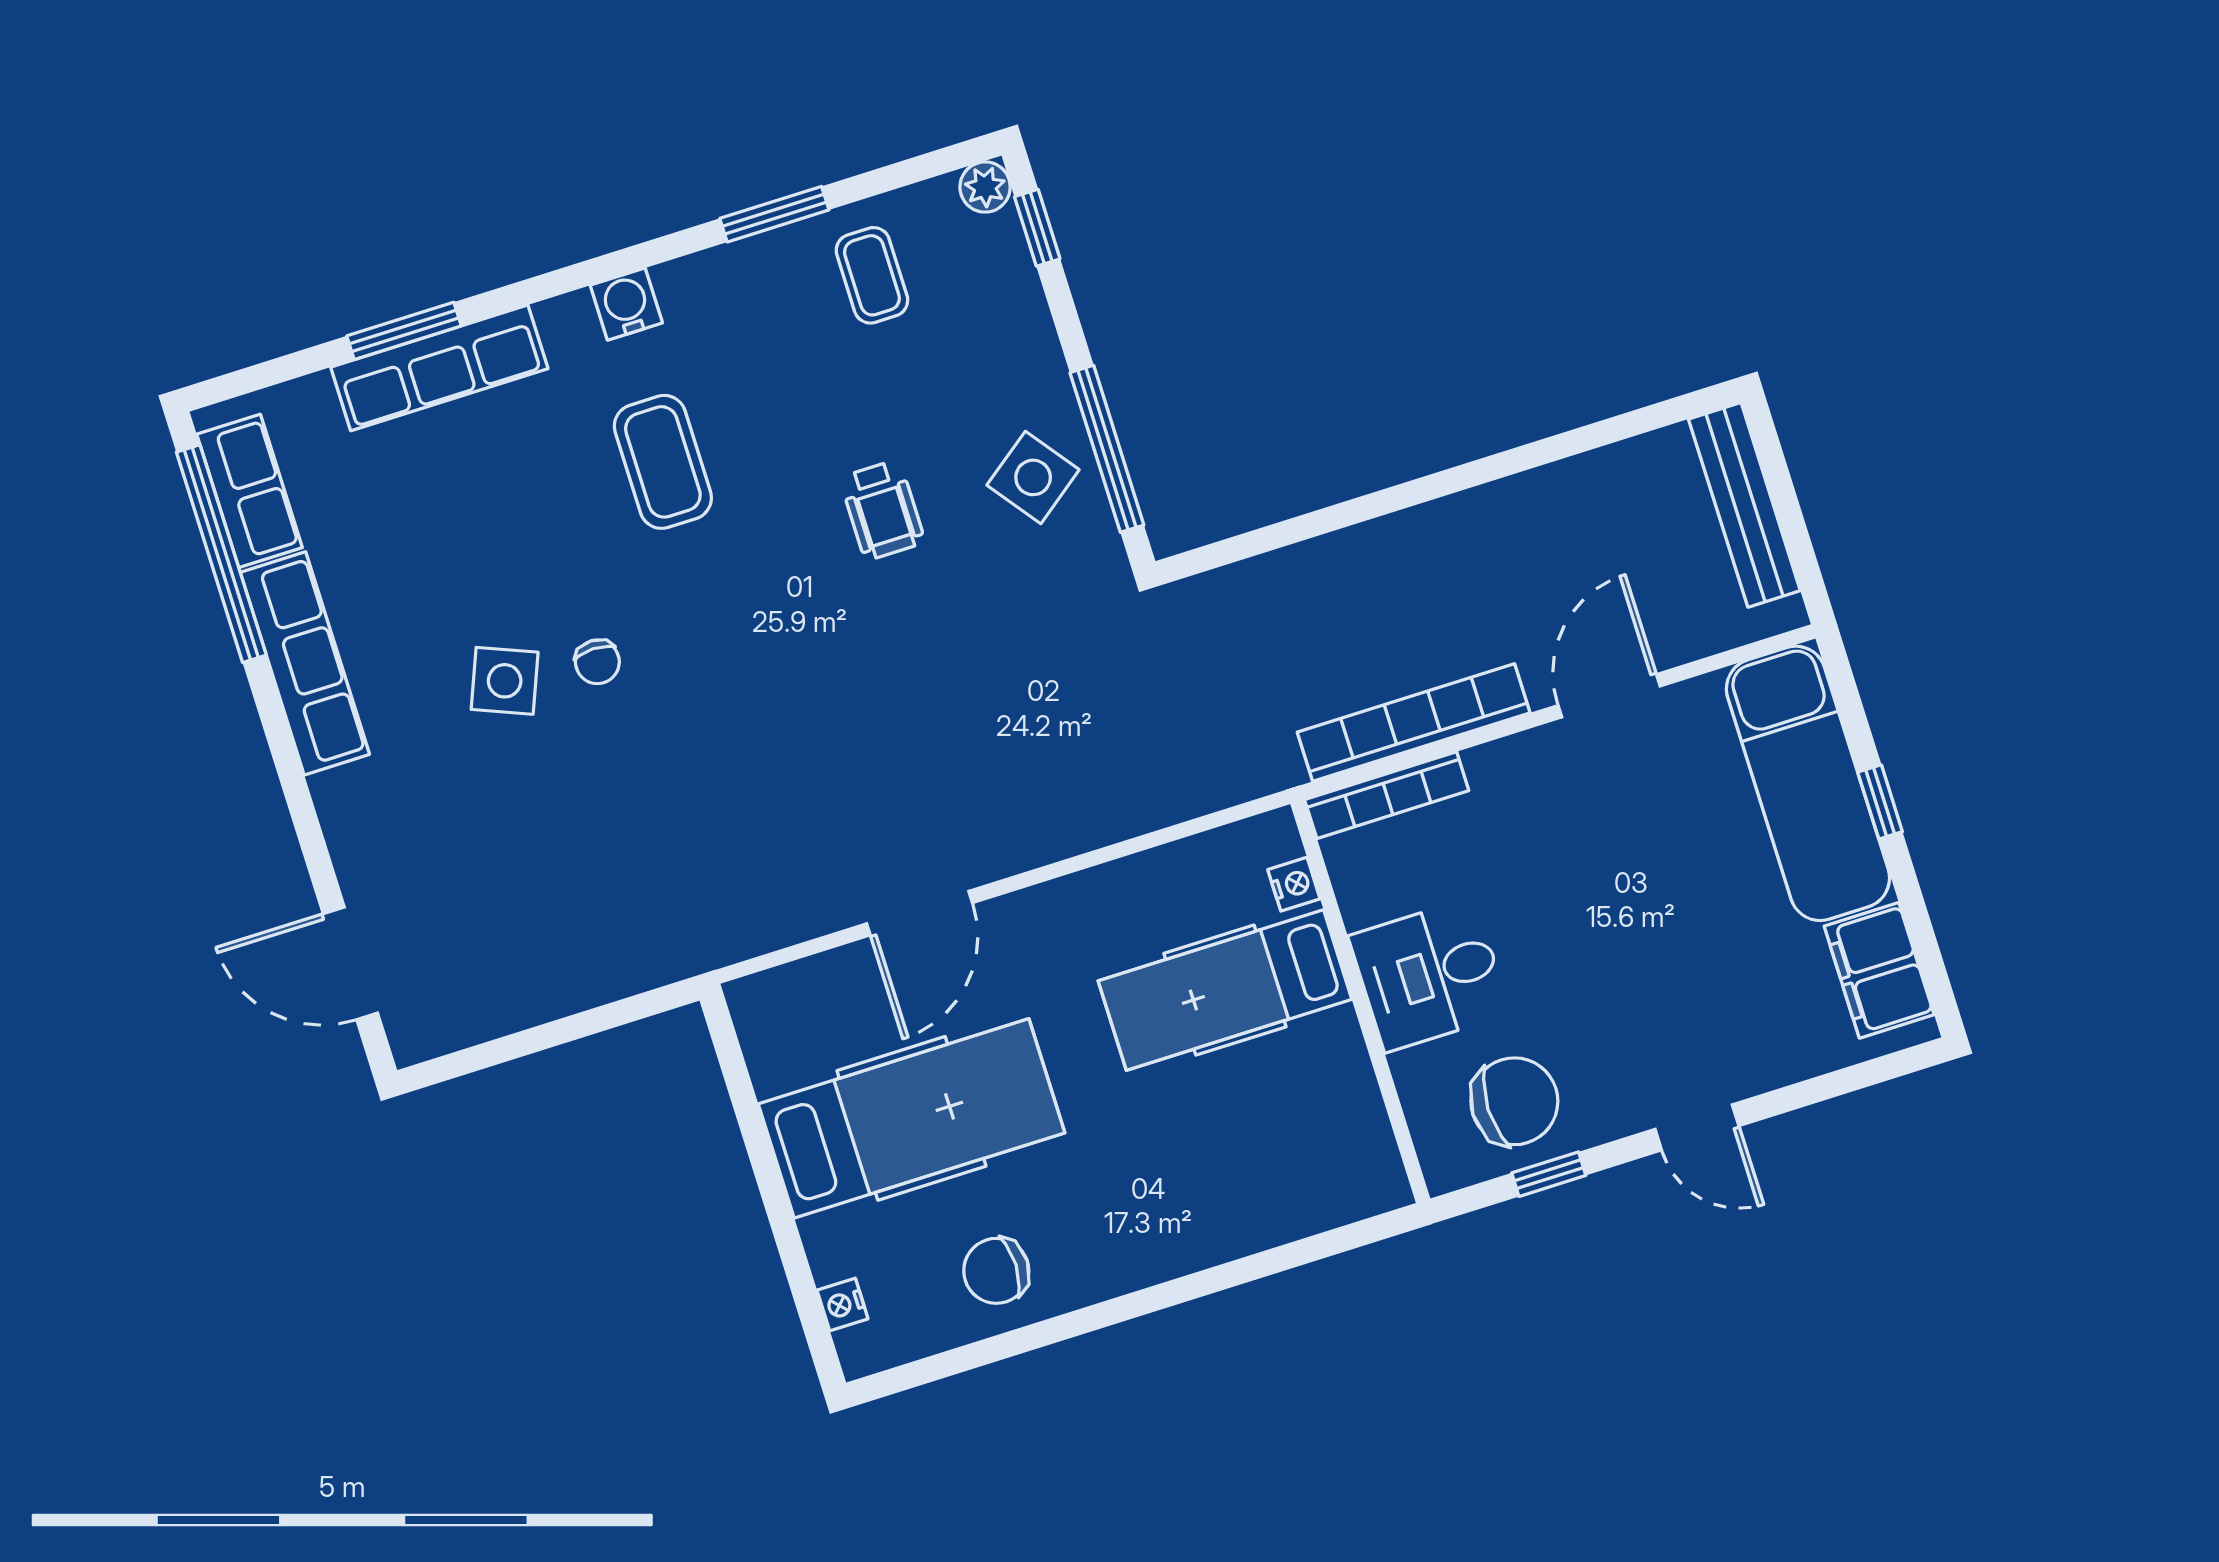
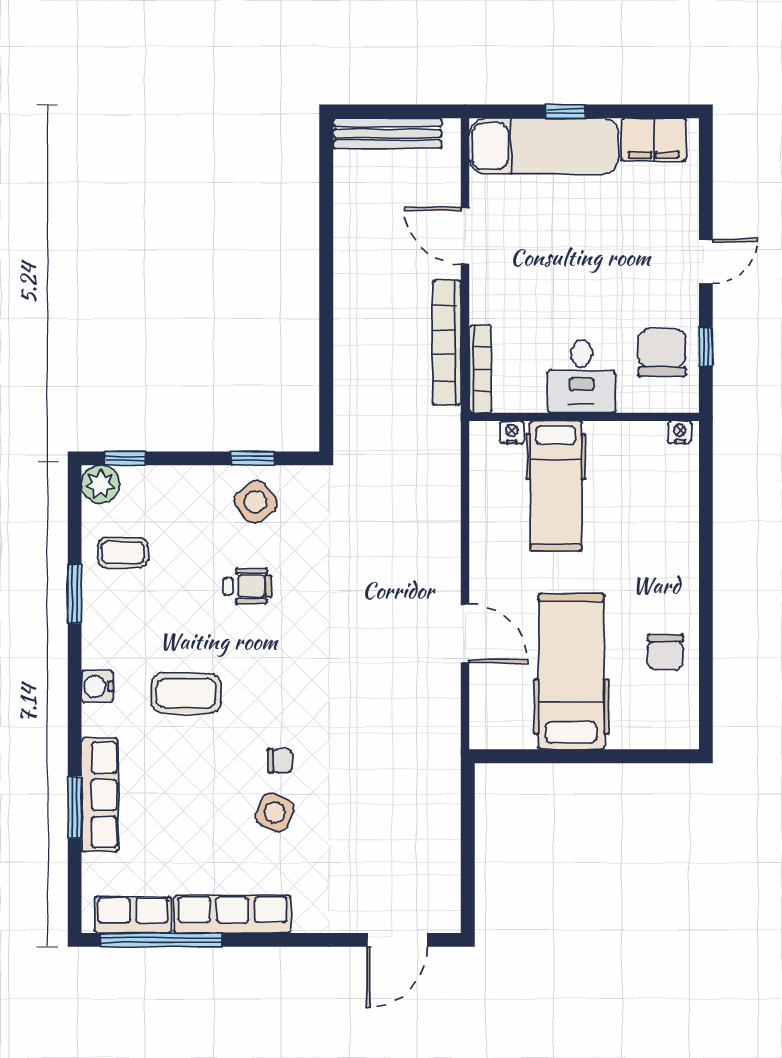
plant: (985, 187) -> (100, 484), width x1.38, depth x1.38
window: (1107, 449) -> (253, 458), width x0.46
nightstand: (842, 1304) -> (680, 432), moved, turned 180

